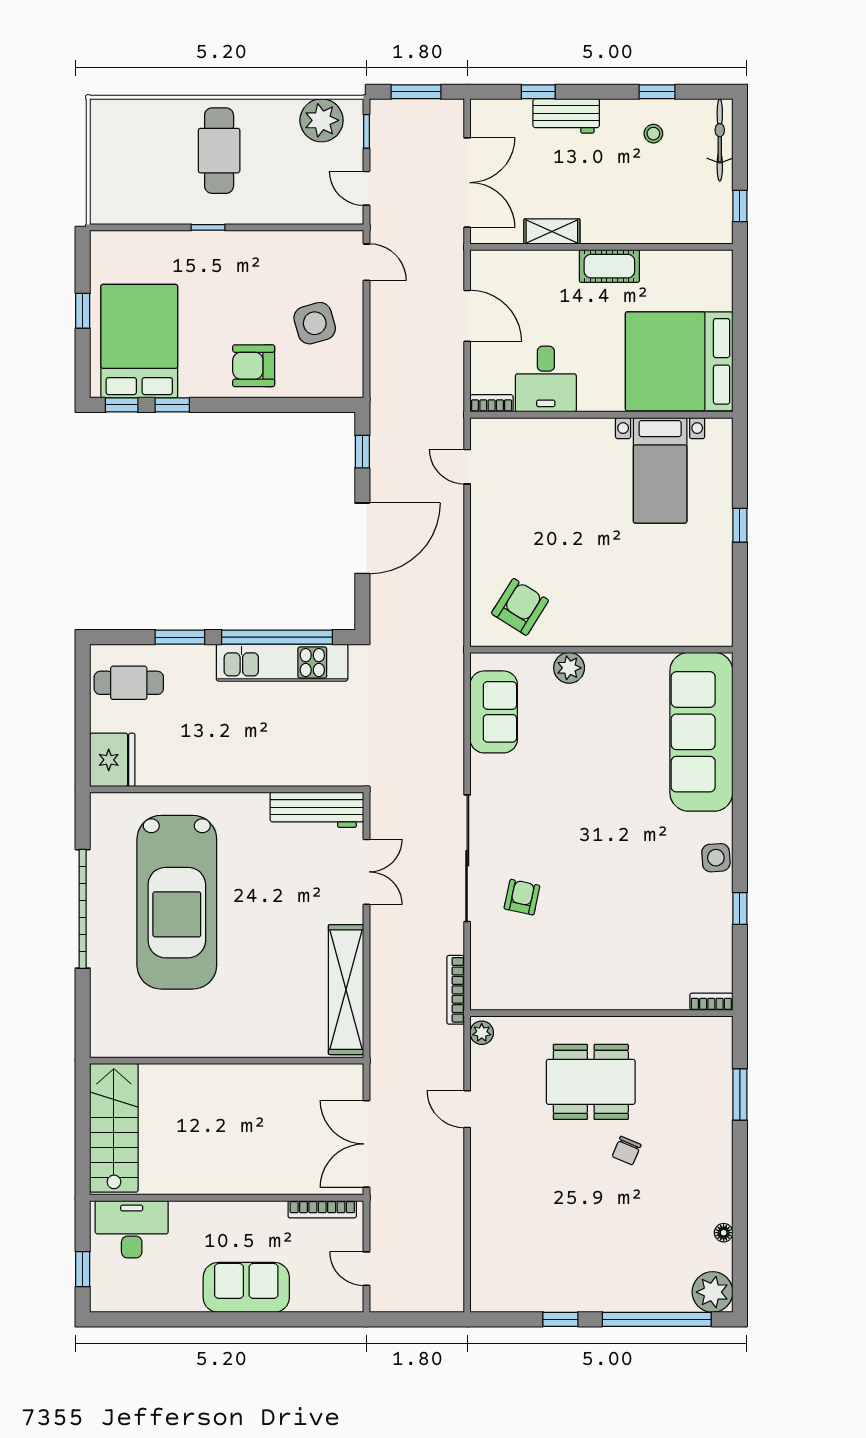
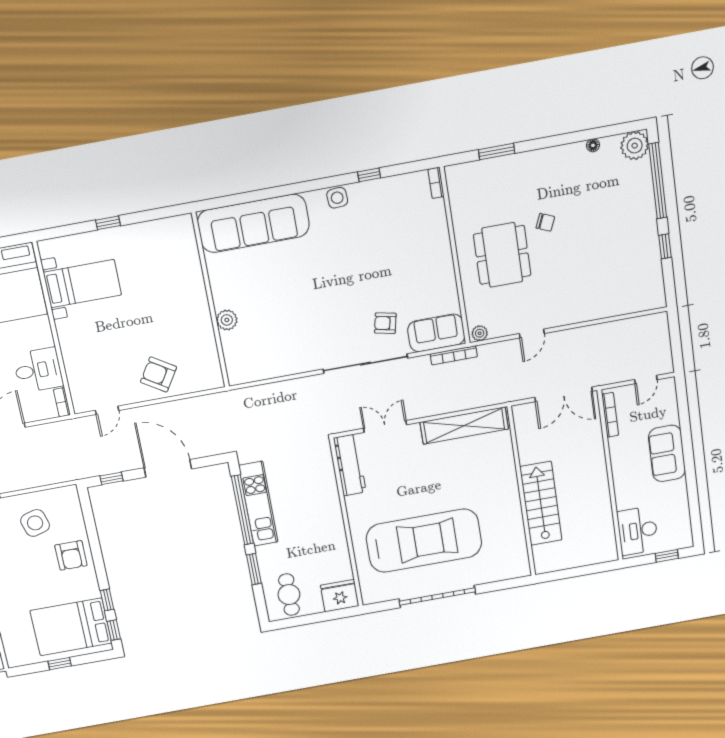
armchair: (520, 607) -> (158, 374), moved
sofa: (494, 712) -> (436, 333), moved
stairs: (114, 1128) -> (541, 503), moved, turned 90

